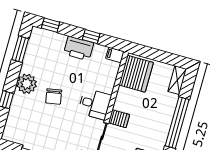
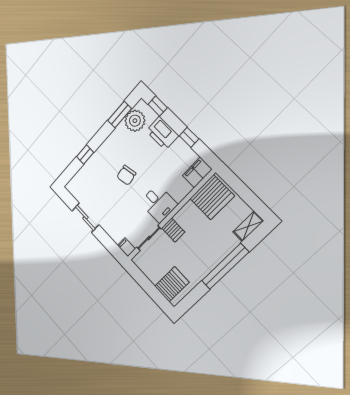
printer: (79, 48) -> (162, 133), moved
filing cabinet: (115, 55) -> (197, 172), width x2.00
plant: (27, 84) -> (135, 121), moved

